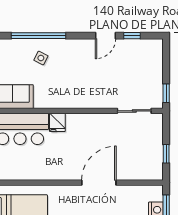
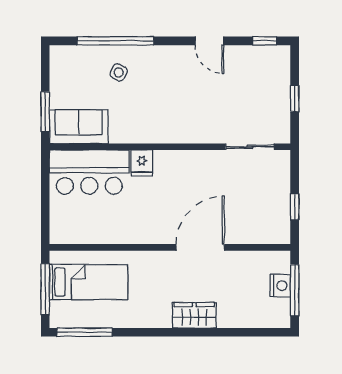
door: (105, 36) -> (209, 41), hinge flipped
window: (132, 36) -> (265, 41), moved
window: (166, 93) -> (295, 99), moved

